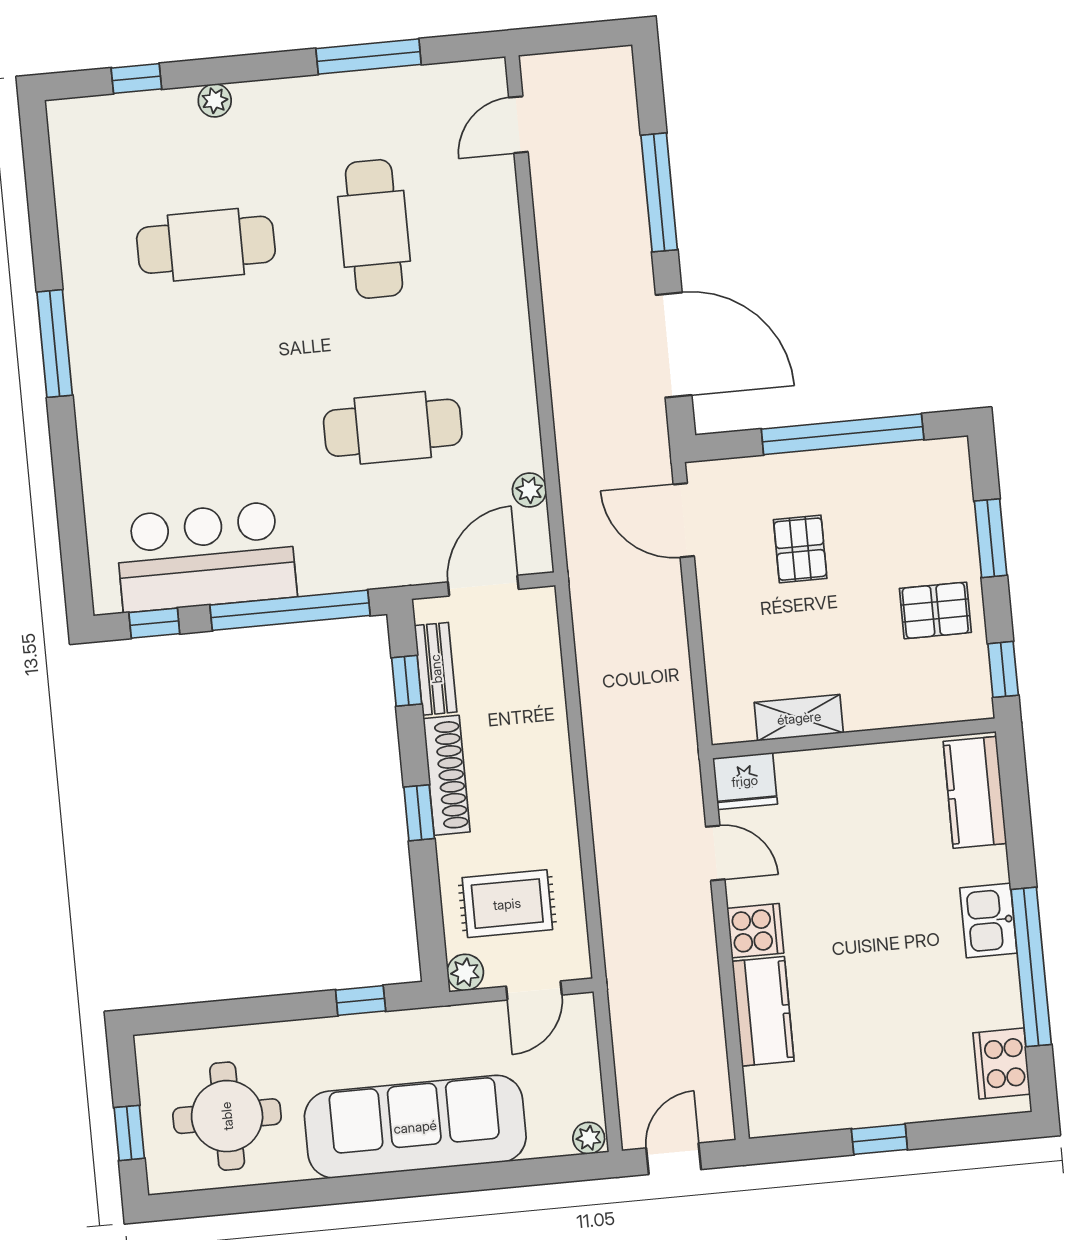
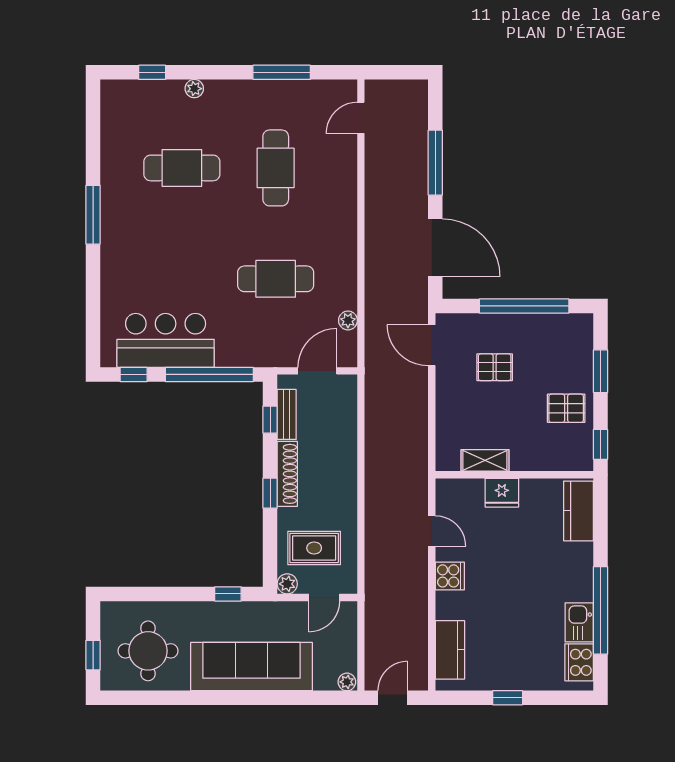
pallet: (800, 549) -> (495, 367), turned 90
fridge: (745, 781) -> (502, 493), moved
kitchen sink: (988, 920) -> (579, 622), moved
kitchen counter: (763, 1011) -> (450, 650), moved

